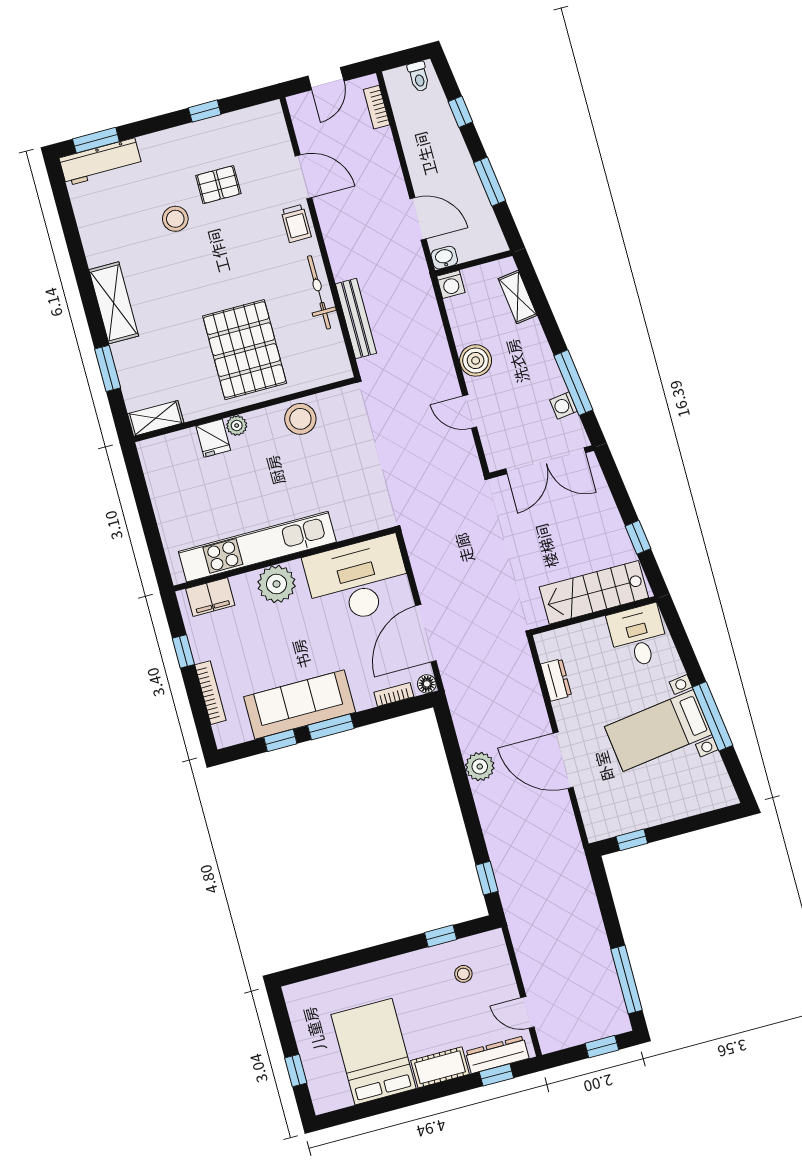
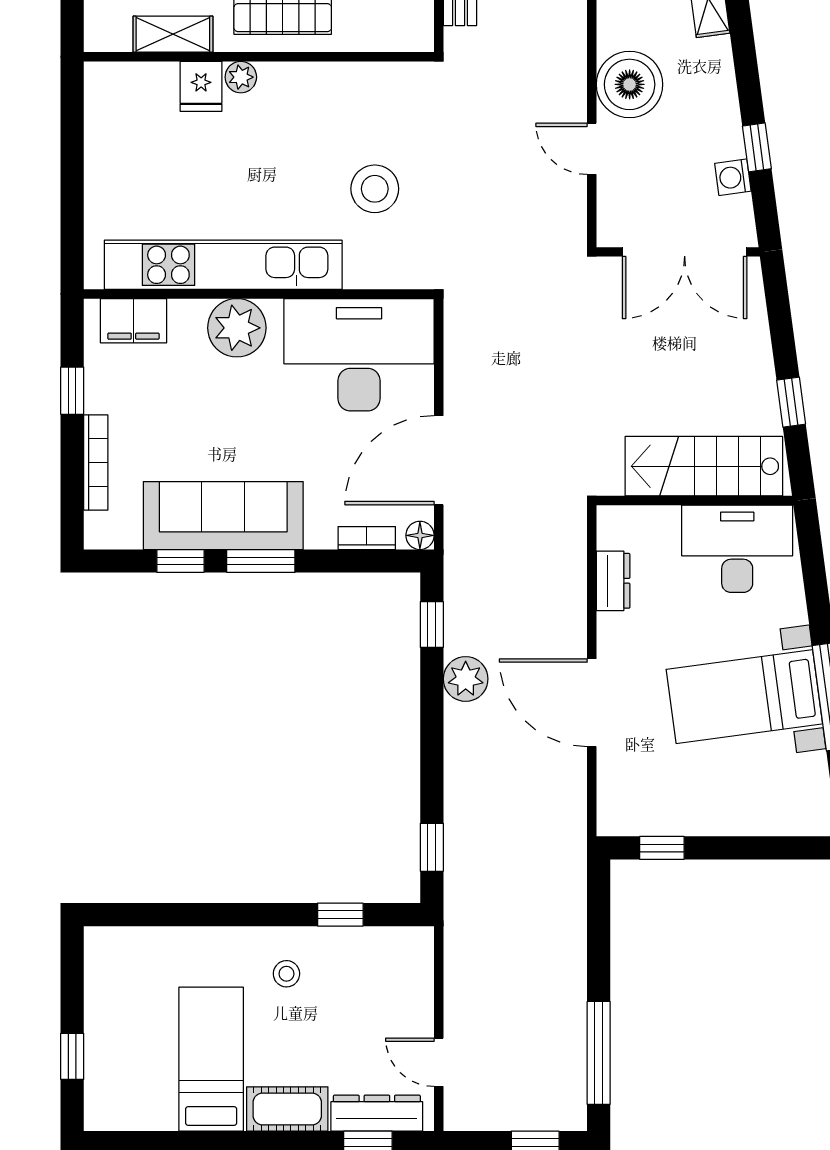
boiler: (476, 360) -> (630, 84), width x1.37, depth x1.37
window: (573, 383) -> (757, 147), width x0.46
shelving: (156, 418) -> (173, 34), moved
stool: (300, 419) -> (375, 189), moved
desk: (638, 636) -> (737, 549), width x1.37
window: (449, 738) -> (432, 625), added
stool: (463, 974) -> (286, 974), moved
bed: (373, 1052) -> (211, 1059), width x0.67

